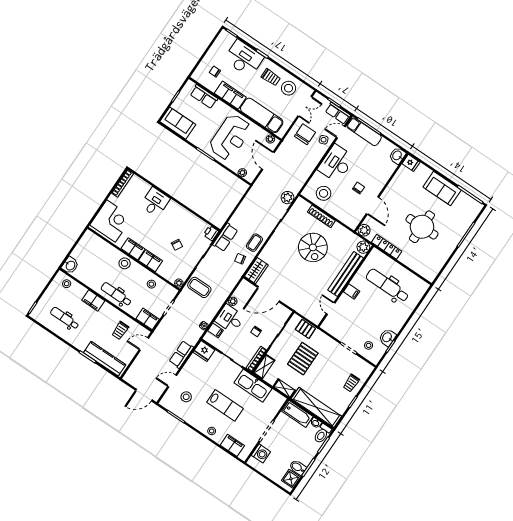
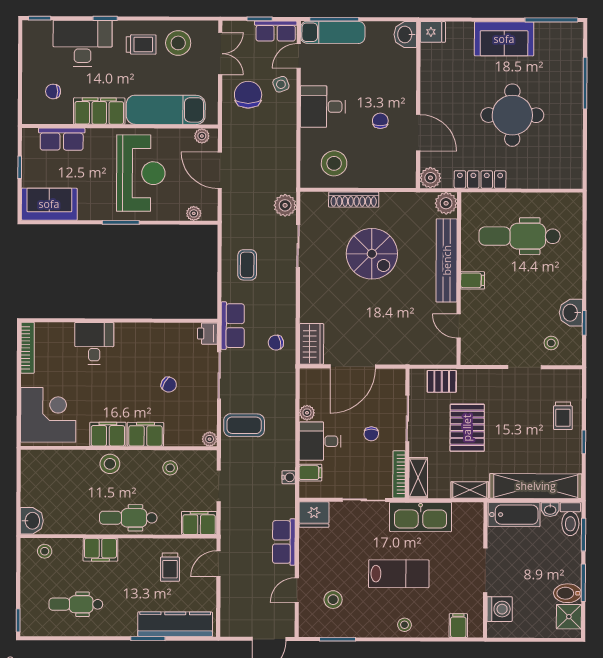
desk: (336, 163) -> (323, 107), width x0.73
coffee table: (254, 243) -> (247, 265), moved
filing cabinet: (232, 445) -> (458, 626), width x0.50

